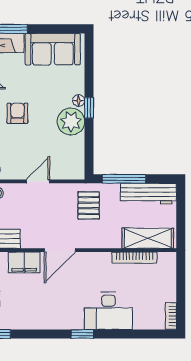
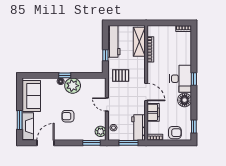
window: (124, 179) -> (105, 55), width x0.46
desk: (108, 311) -> (181, 79), moved
floor lamp: (46, 318) -> (185, 100), added

